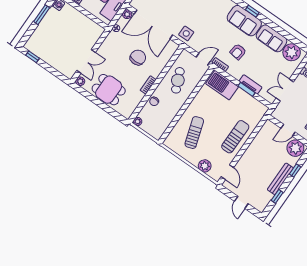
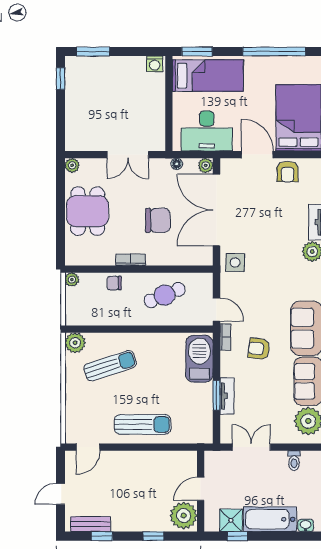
window: (42, 15) -> (93, 52), moved
double door: (86, 61) -> (128, 155), moved
door: (288, 130) -> (201, 489), hinge flipped
plant: (205, 166) -> (75, 343), moved
bench: (280, 179) -> (91, 524), moved, width x0.73

